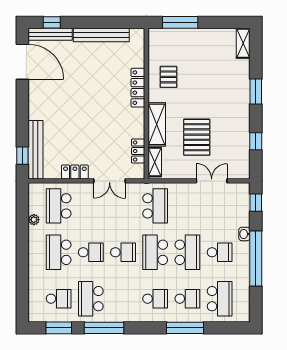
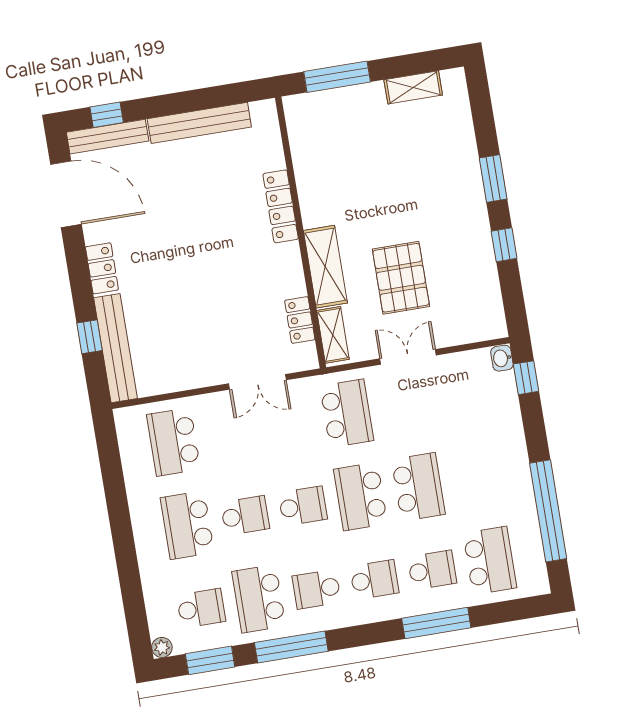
shelving: (243, 43) -> (413, 87), moved, turned 90
pallet: (168, 77) -> (332, 178), removed
window: (256, 141) -> (504, 245), moved
window: (22, 156) -> (90, 337), moved
locker: (75, 172) -> (102, 268), moved, turned 90
double door: (212, 181) -> (408, 357), moved
plant: (34, 220) -> (162, 647), moved
washbasin: (244, 234) -> (502, 358), moved
school desk: (220, 252) -> (317, 589), moved, turned 180
window: (256, 259) -> (548, 511), moved

